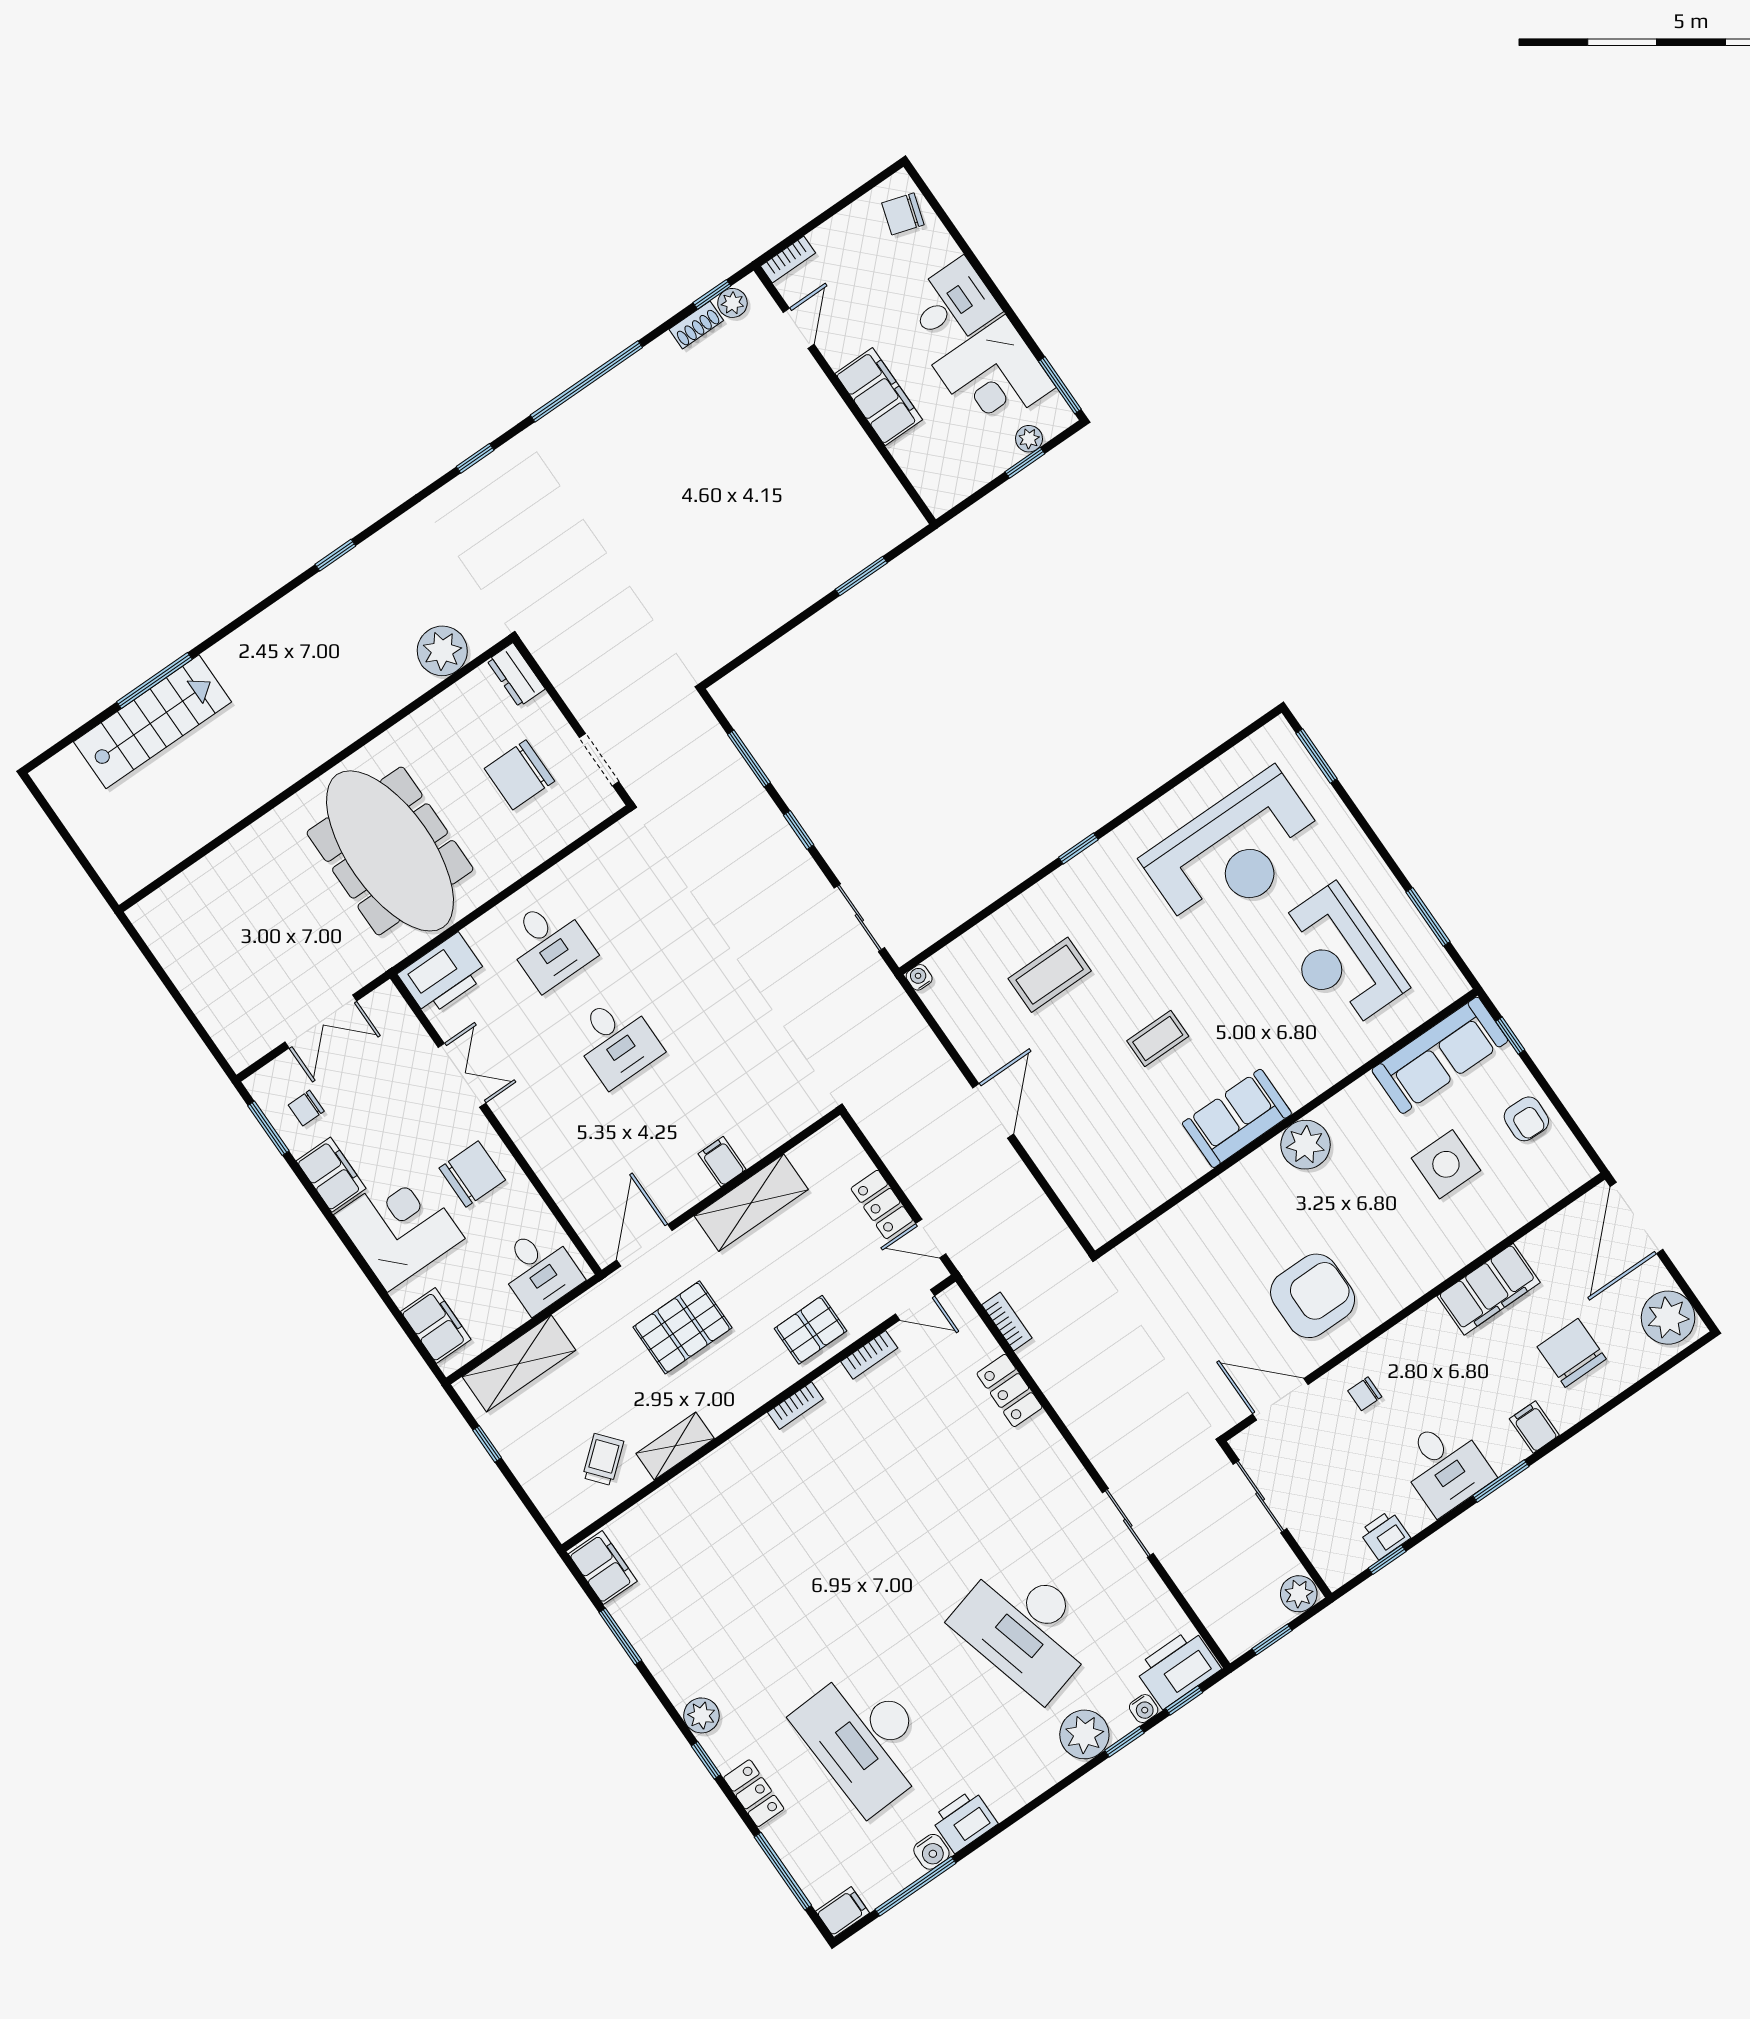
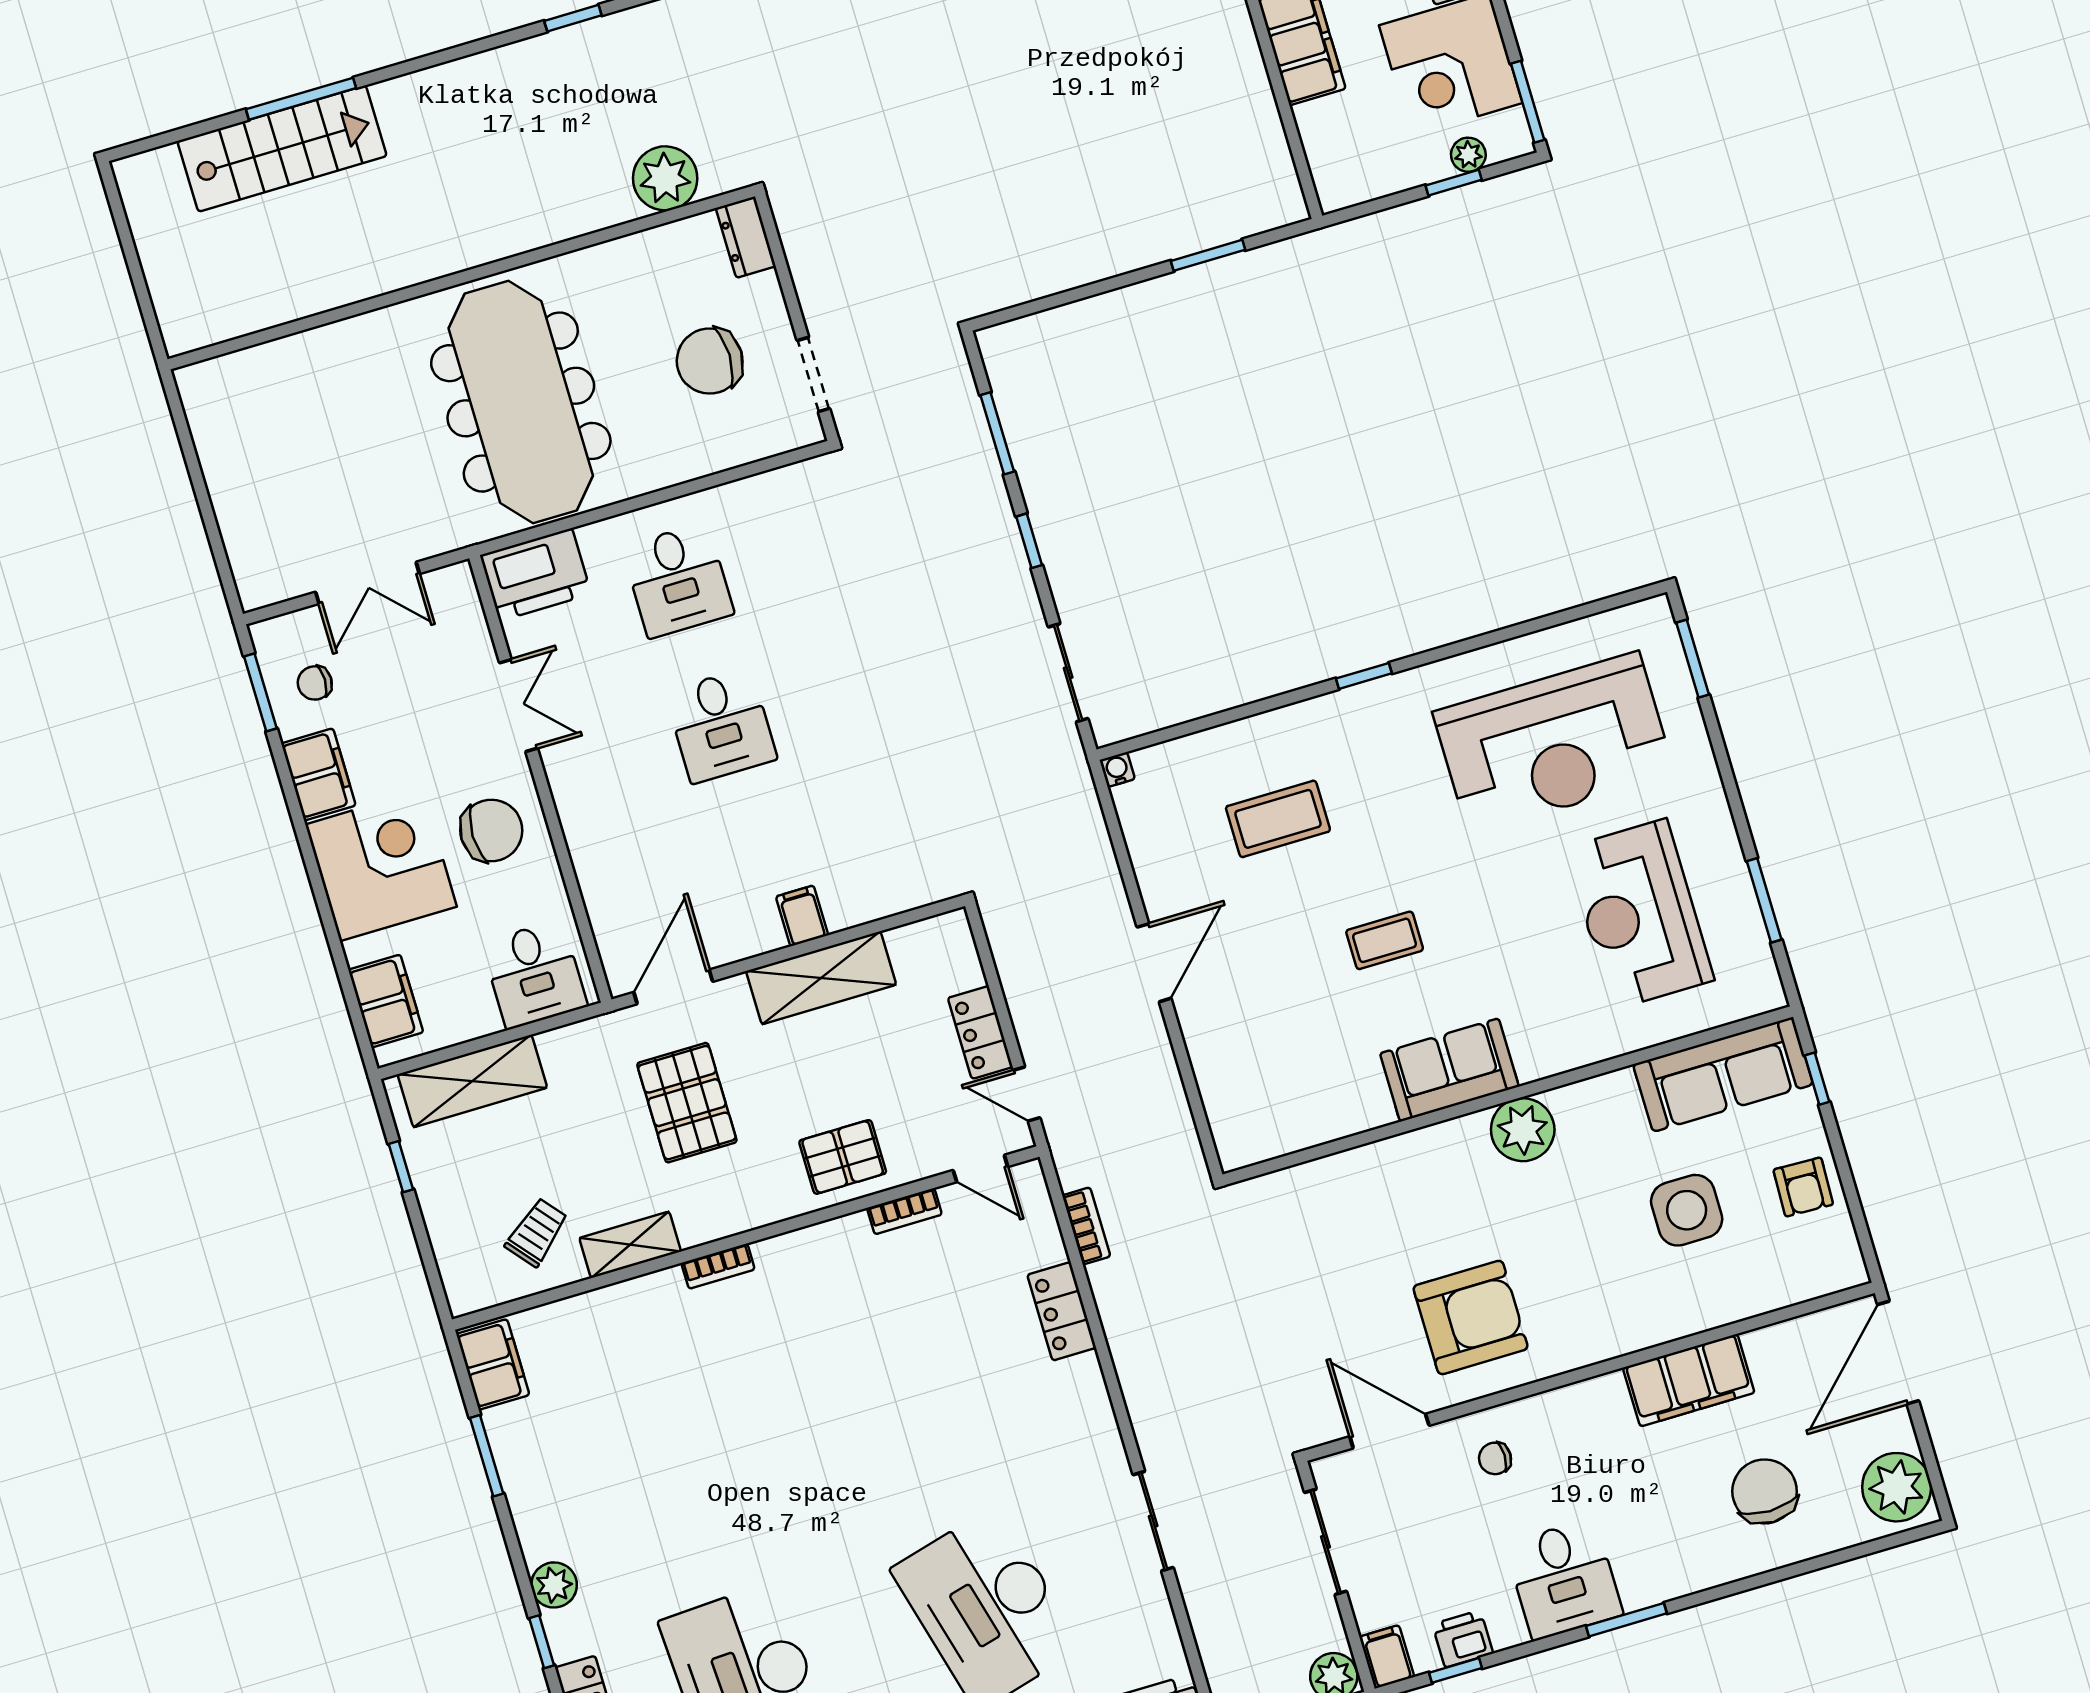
pallet: (682, 1327) -> (687, 1103), turned 90
bookcase: (795, 1406) -> (718, 1266), moved
filing cabinet: (1534, 1427) -> (1387, 1657), moved

